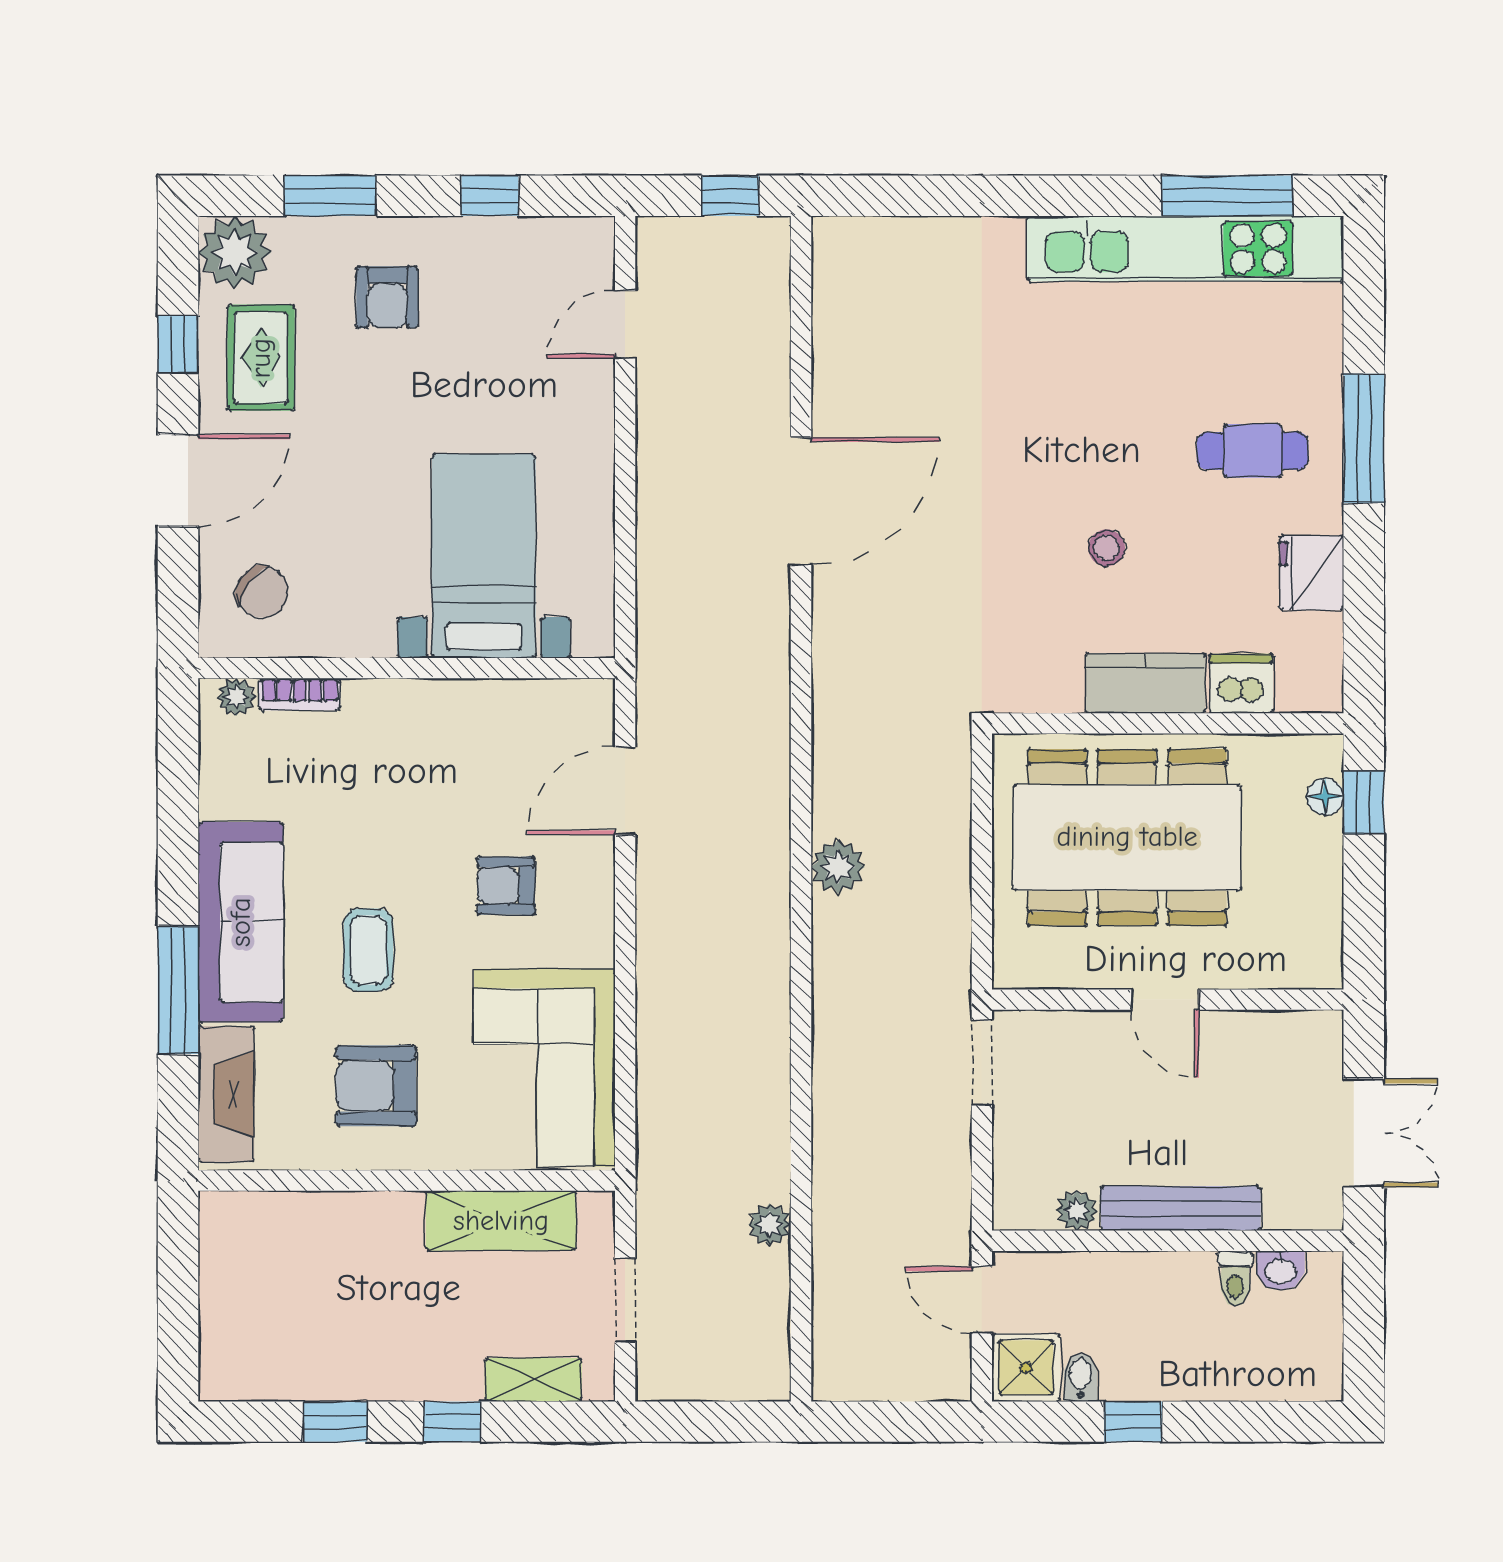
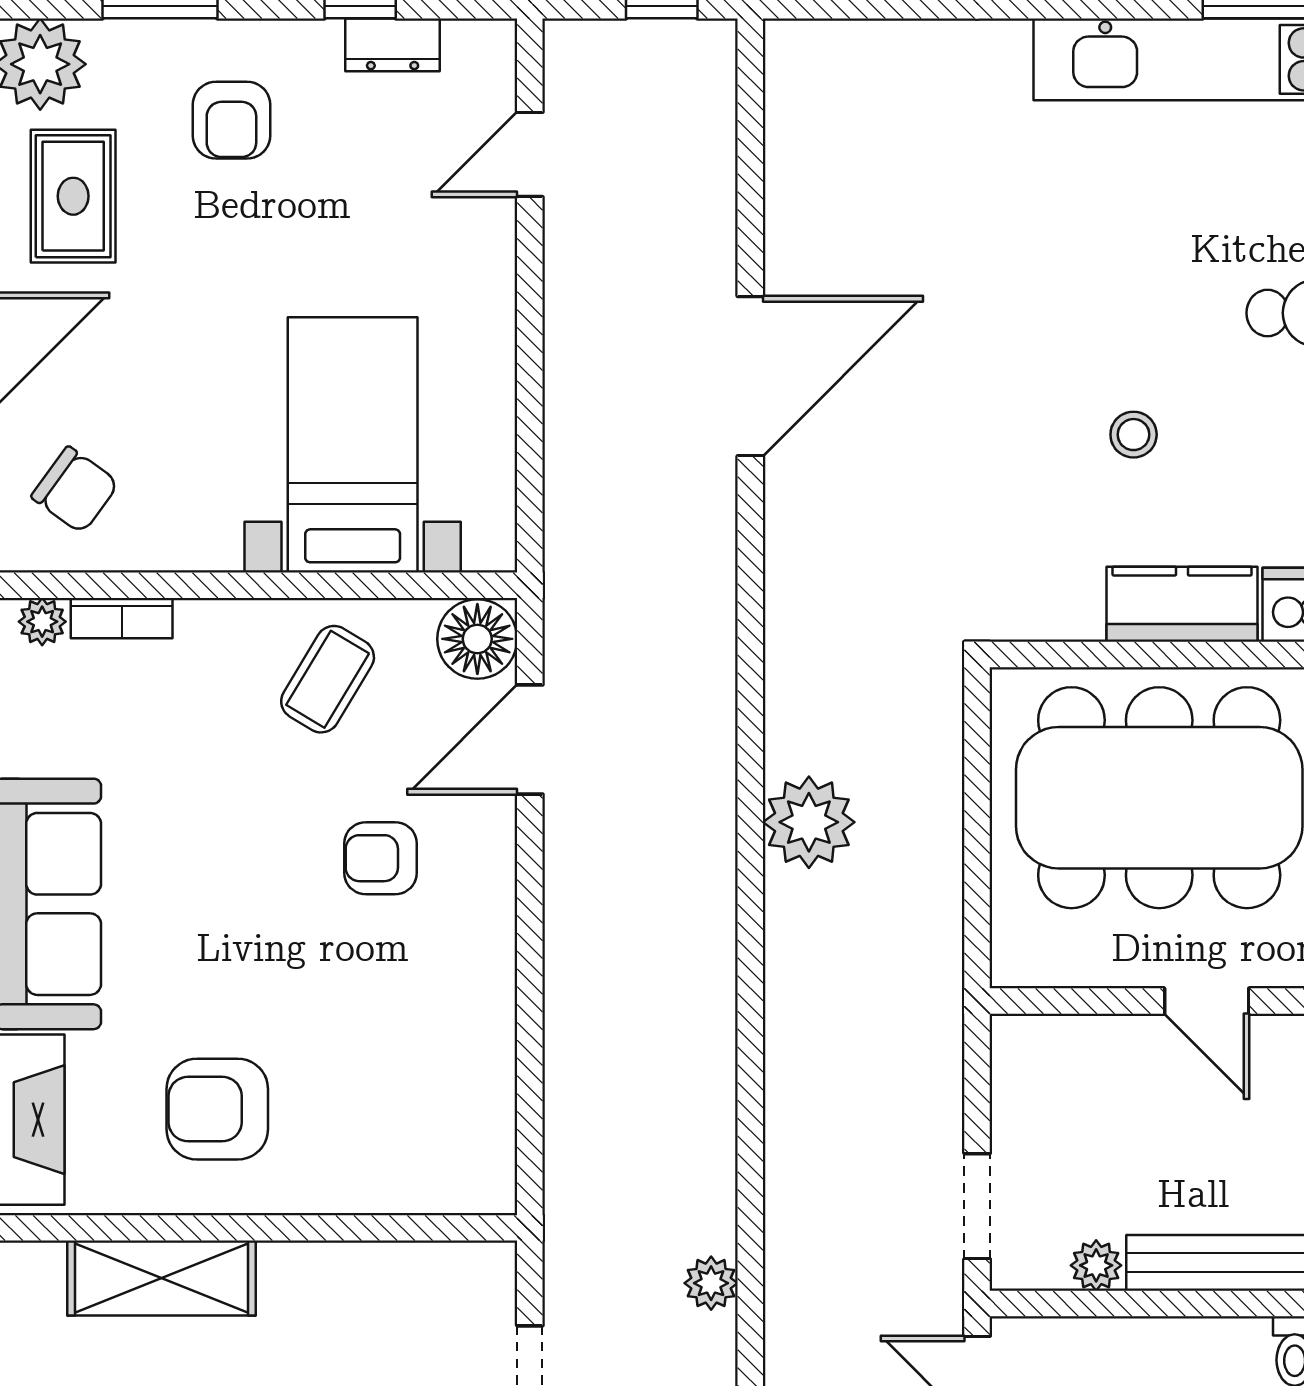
dresser: (516, 237) -> (393, 45), added
floor lamp: (583, 711) -> (477, 639), added
plant: (838, 867) -> (809, 822), width x1.36, depth x1.36
coffee table: (368, 950) -> (328, 679), moved, turned 31
doorway: (982, 1063) -> (977, 1206), moved
corner sofa: (545, 1068) -> (429, 1086), removed
shelving: (501, 1221) -> (162, 1278), moved

